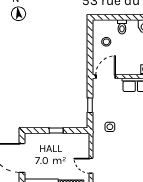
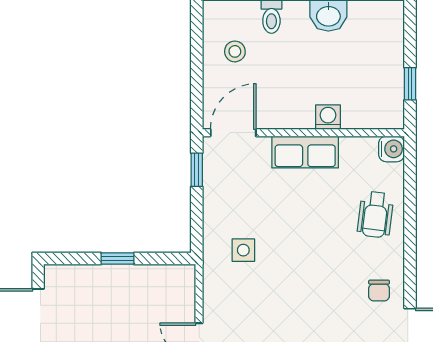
window: (90, 105) -> (197, 170), moved

